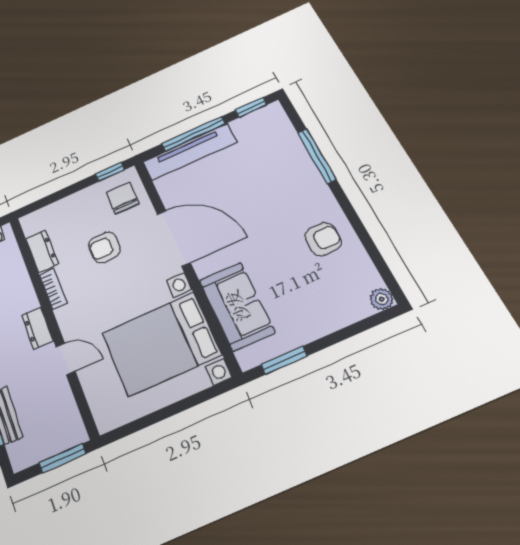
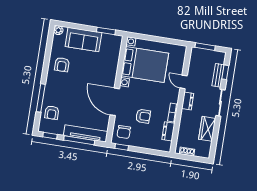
armchair: (277, 145) -> (52, 113), added
armchair: (323, 239) -> (62, 65), turned -90
sofa: (237, 306) -> (83, 40), moved, turned -90

